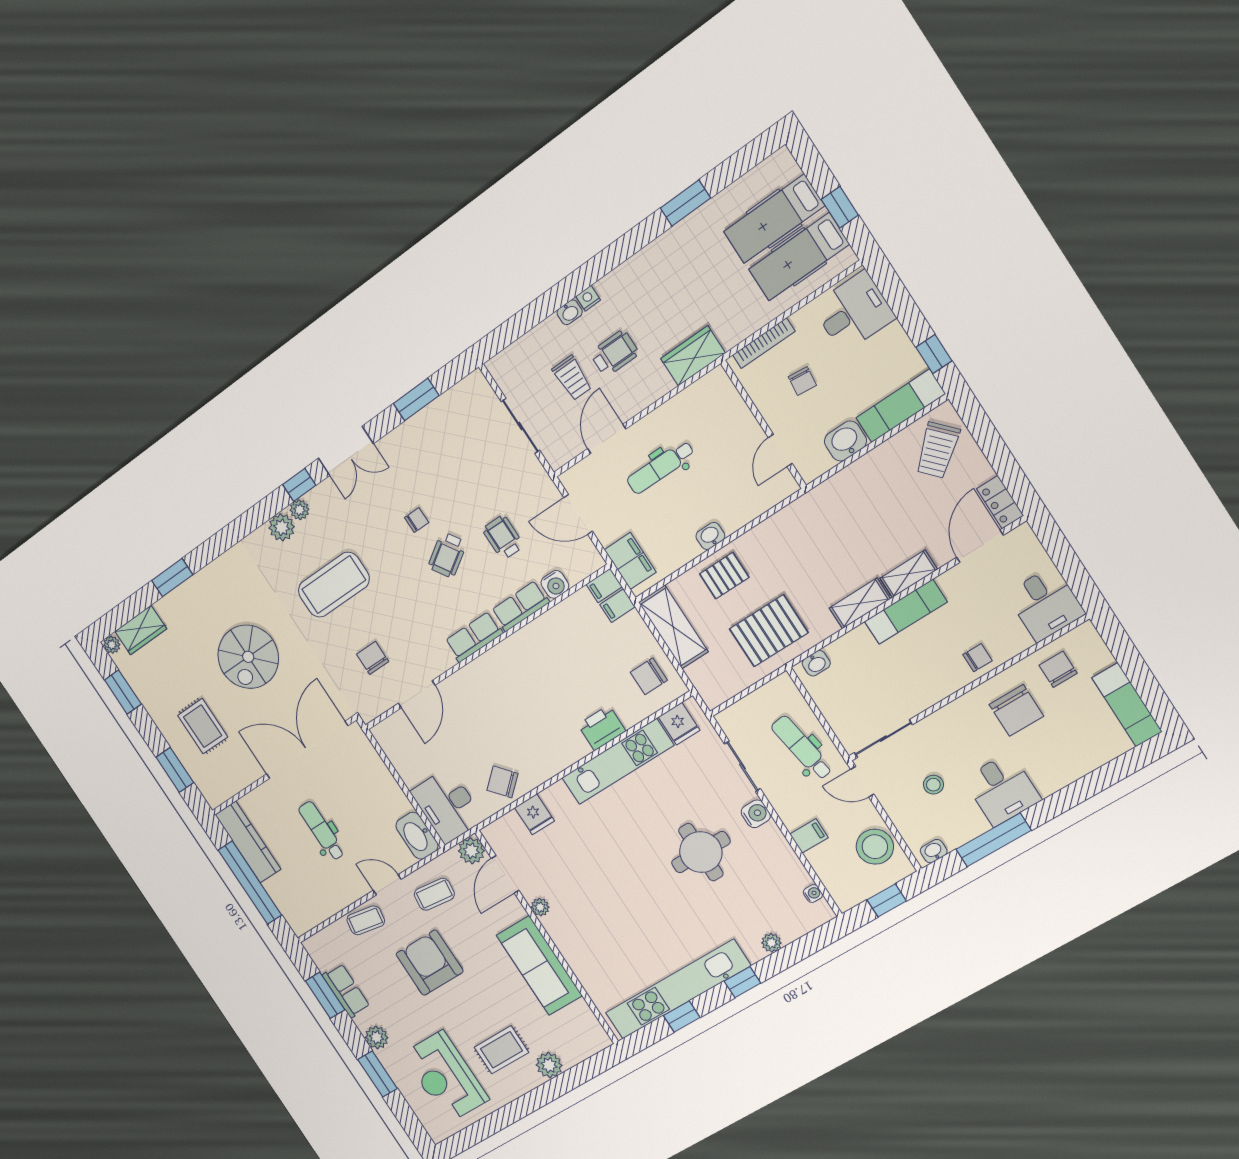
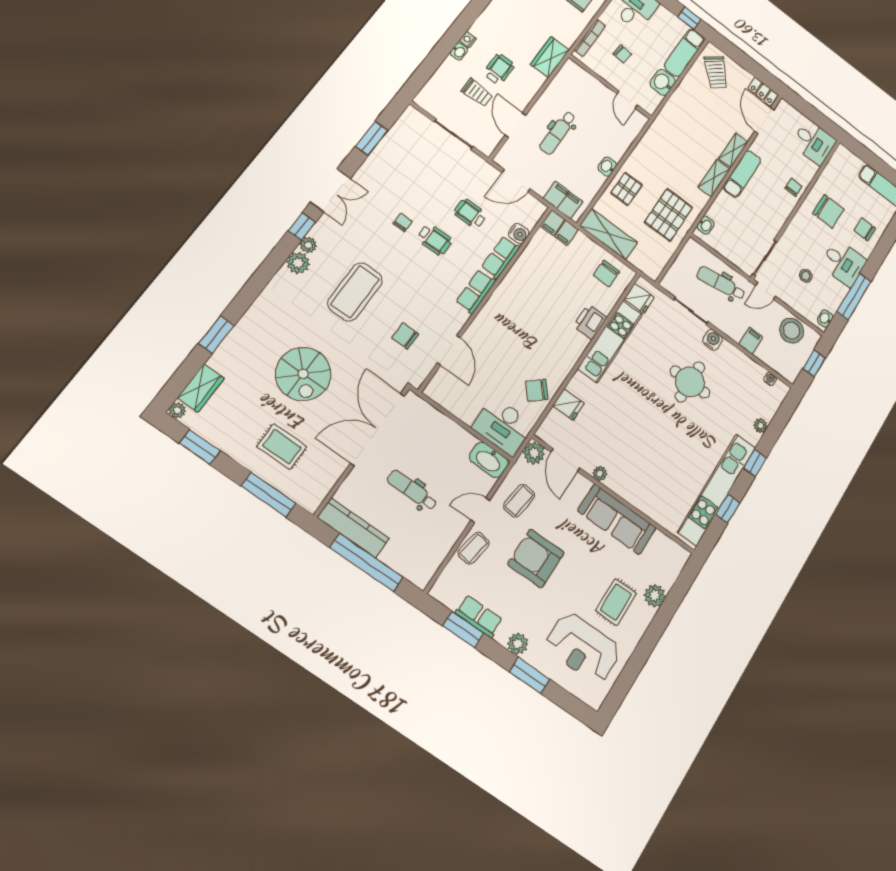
wheelchair: (447, 555) -> (435, 240), turned -57
chair: (1058, 669) -> (865, 229), moved
window: (175, 770) -> (268, 495), width x1.44

